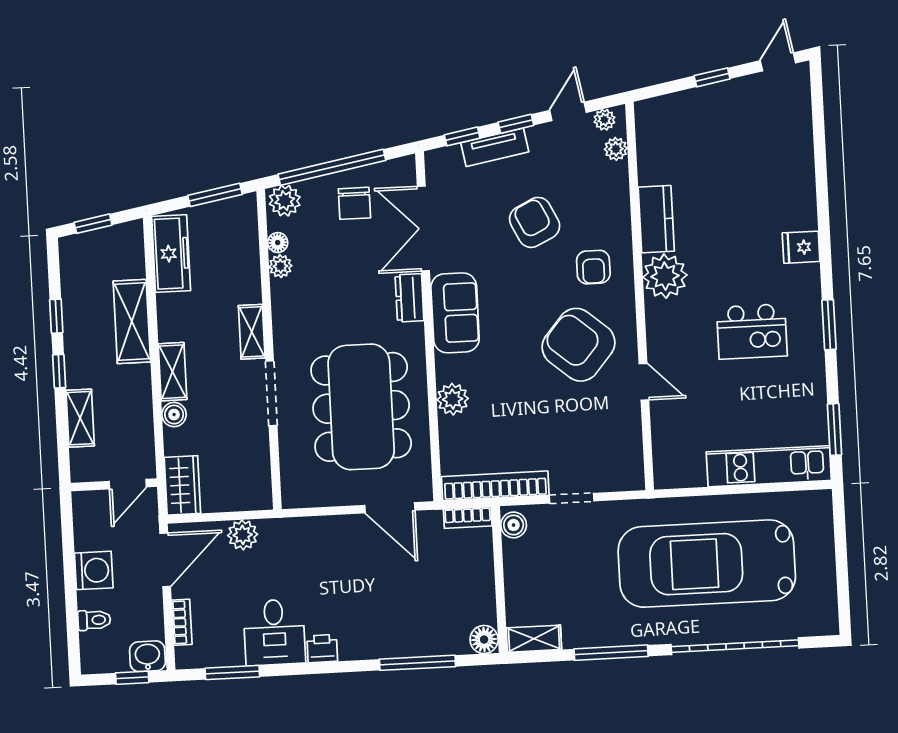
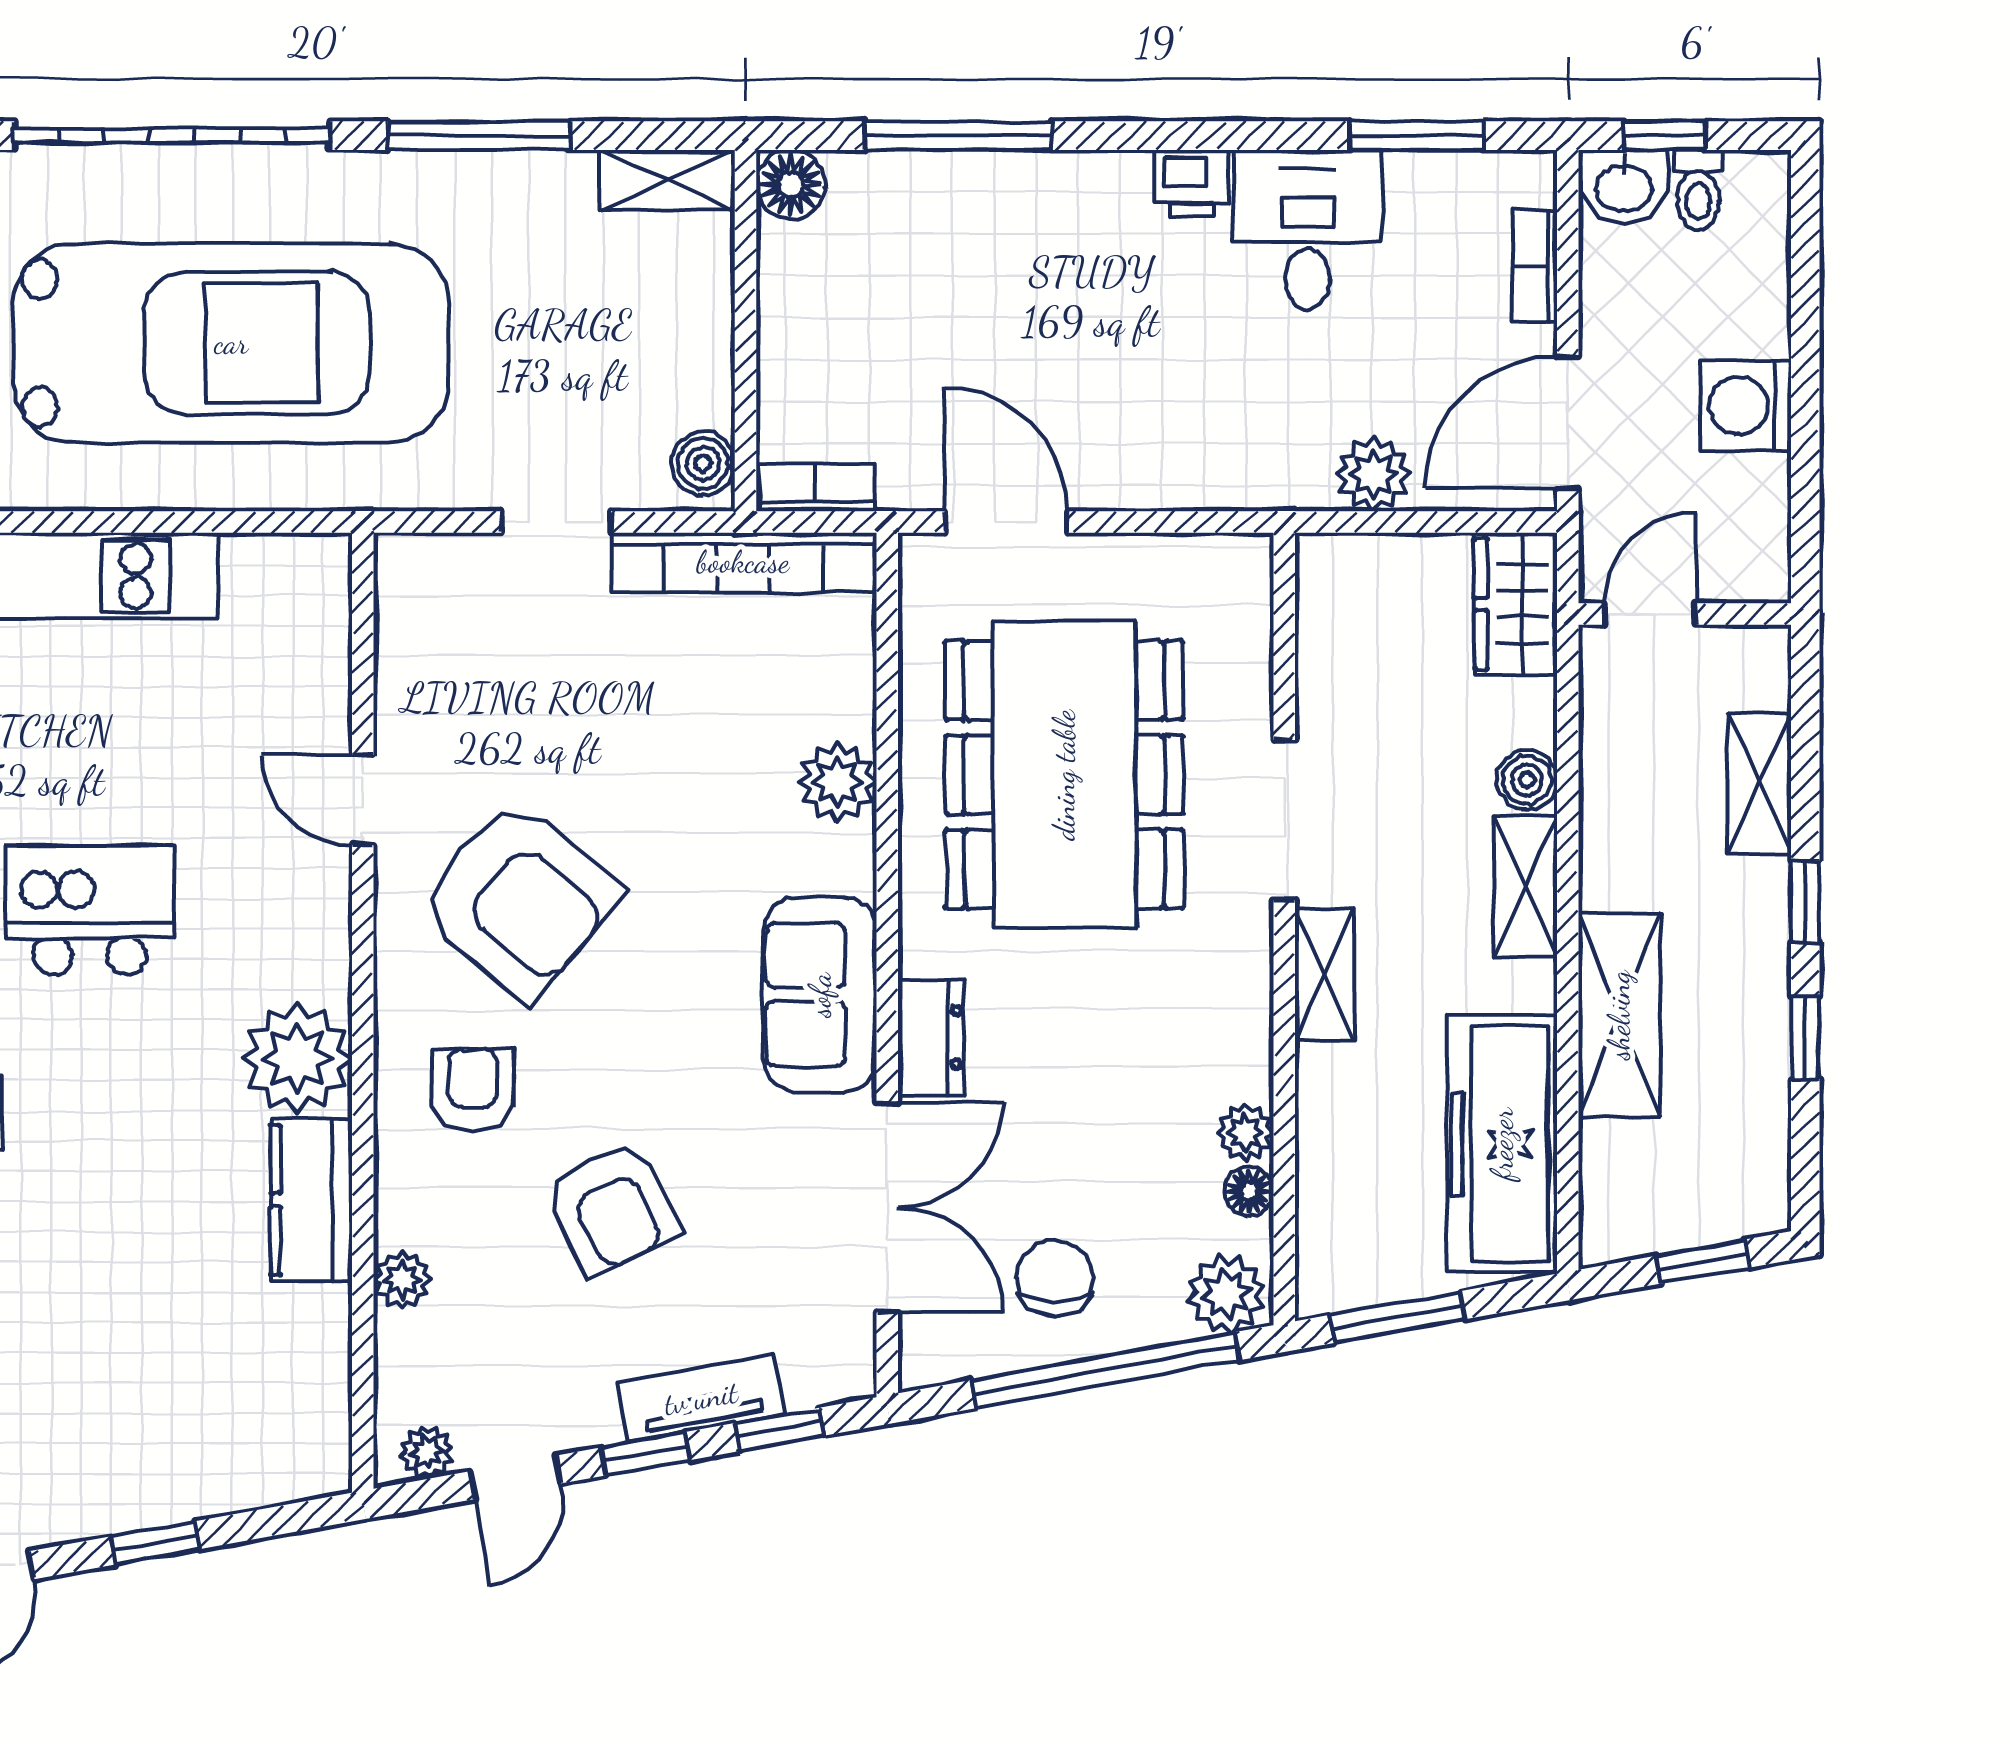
plant: (616, 149) -> (402, 1280), moved
freezer: (171, 253) -> (1502, 1144), width x1.36, depth x1.26
toilet: (94, 620) -> (1698, 190), moved, turned -90

